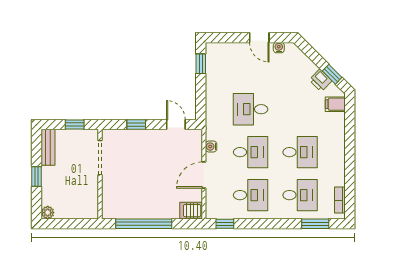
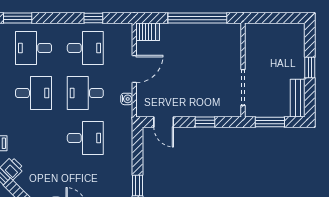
window: (75, 124) -> (270, 122), width x1.50
desk: (300, 152) -> (34, 93), turned 180
desk: (251, 195) -> (85, 48), turned 180
plant: (48, 213) -> (298, 30), removed
window: (225, 224) -> (93, 18), moved

